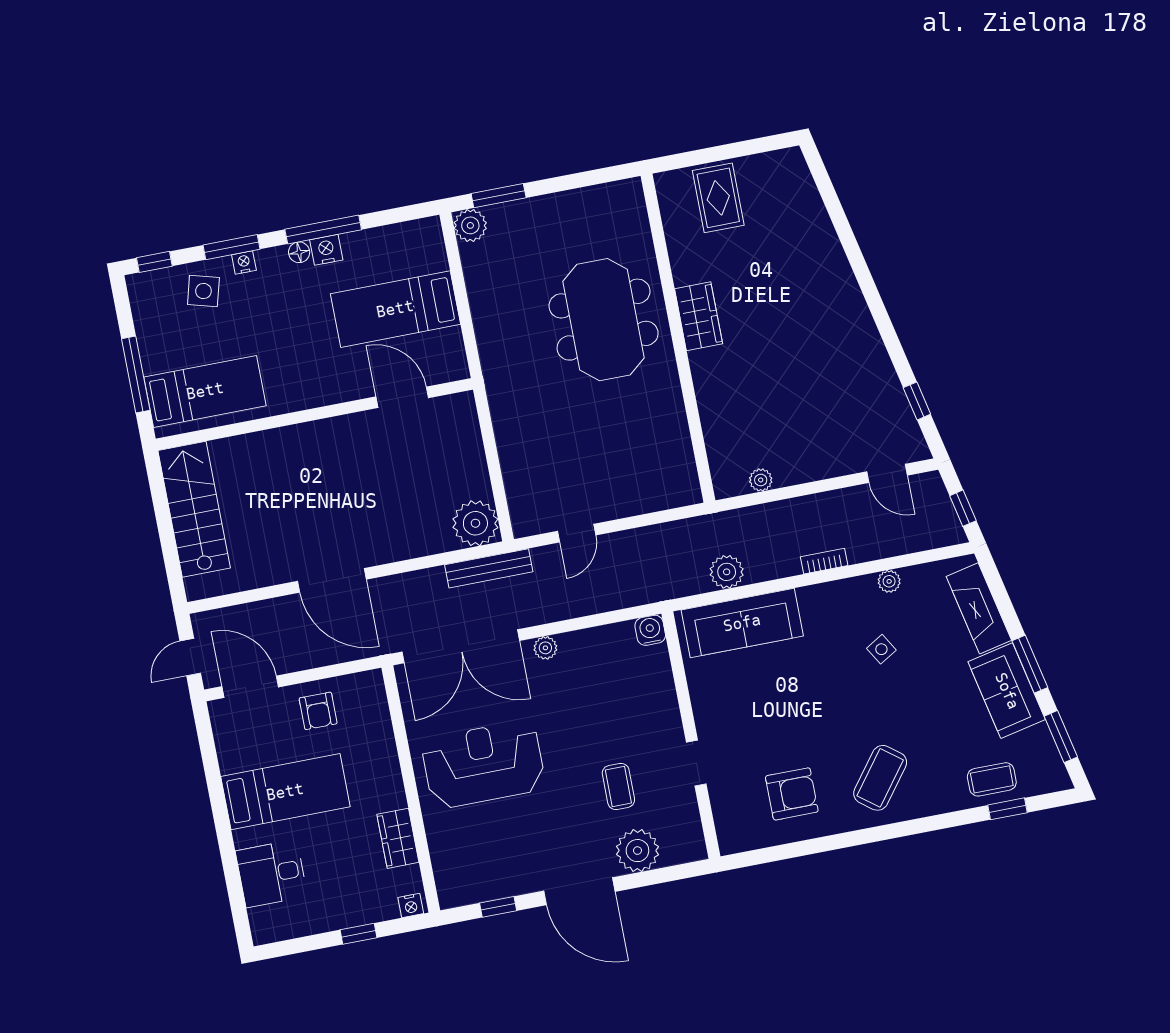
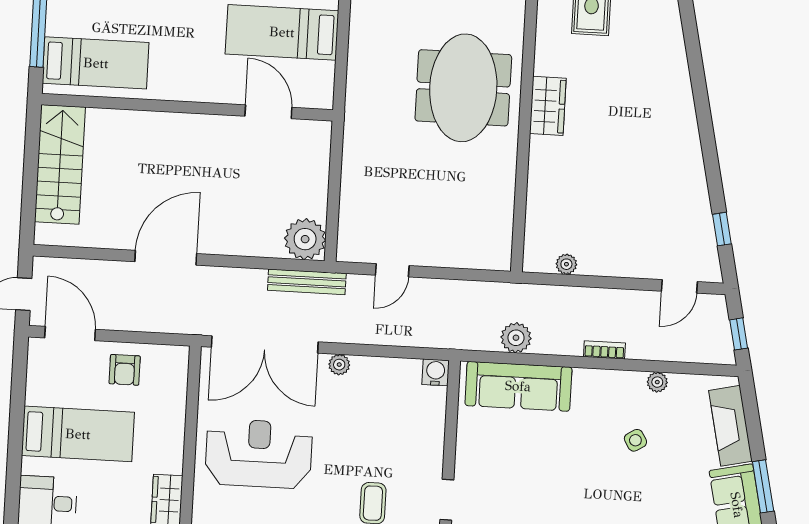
door: (887, 473) -> (679, 286), hinge flipped
door: (332, 580) -> (166, 258), swing flipped

